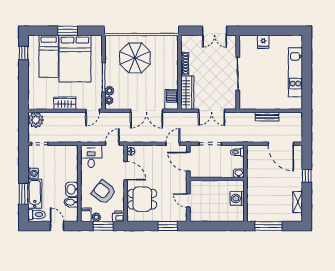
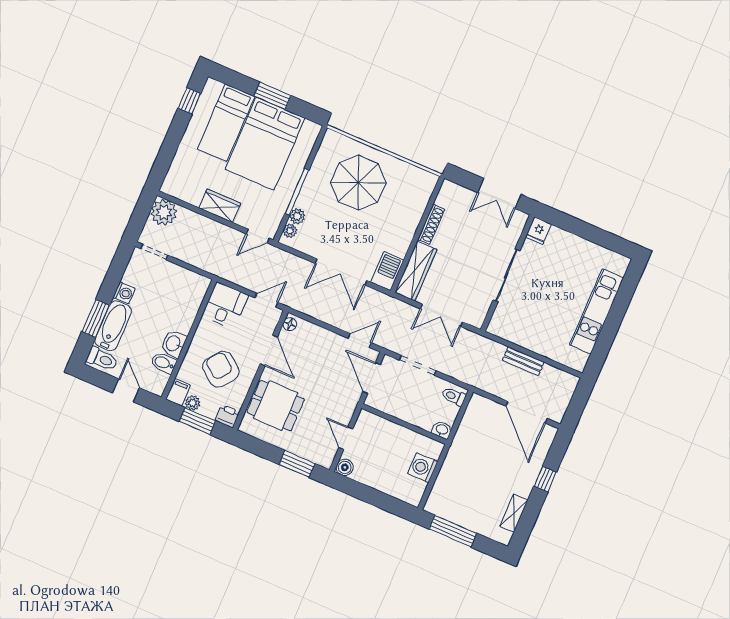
fridge: (263, 42) -> (538, 231), moved
boiler: (195, 217) -> (345, 467), added

